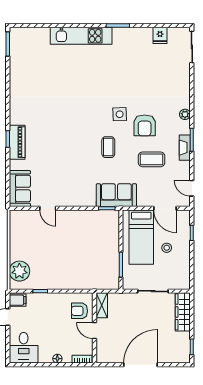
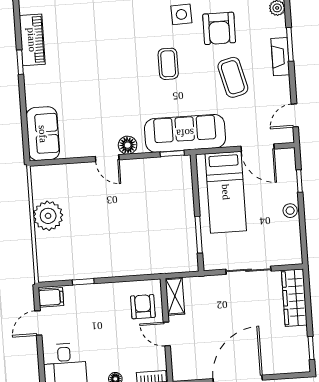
piano: (17, 142) -> (32, 40), moved
coffee table: (152, 159) -> (233, 77), turned 76
door: (192, 188) -> (295, 115), hinge flipped
sofa: (116, 195) -> (185, 133), width x1.36
floor lamp: (77, 200) -> (128, 145), added
door: (48, 208) -> (107, 158), moved
stool: (167, 248) -> (290, 211), moved
plant: (19, 271) -> (48, 216), moved
armchair: (80, 311) -> (143, 307), turned 90

